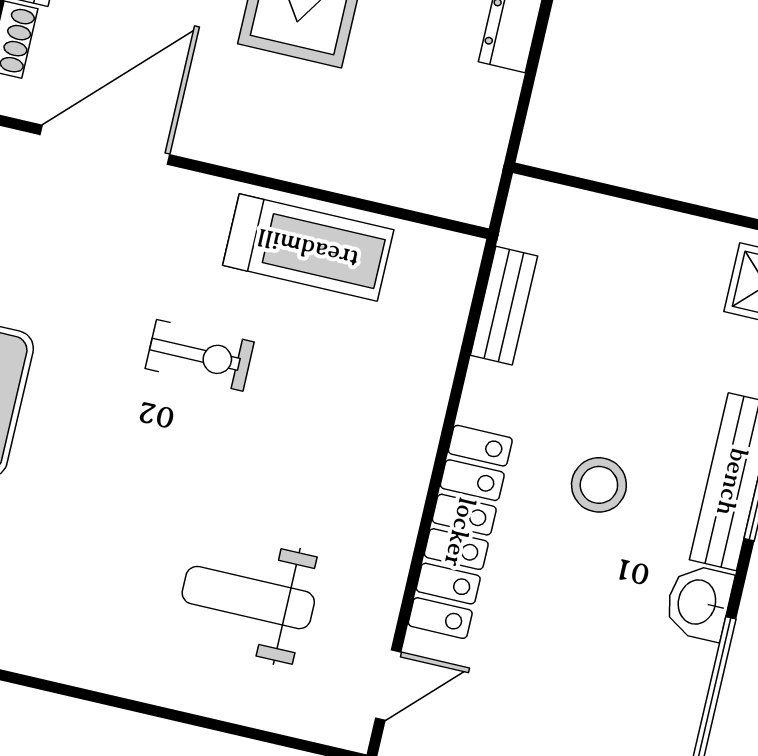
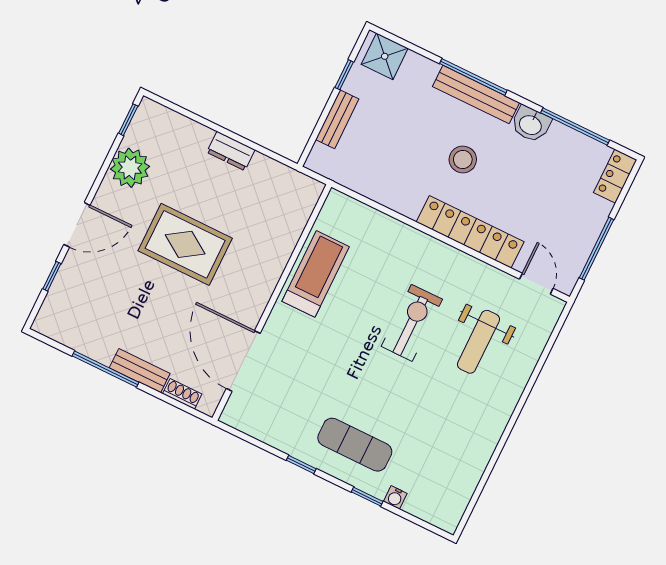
window: (712, 214) -> (344, 75), added
bench: (504, 306) -> (337, 119), moved, turned 90
exercise bike: (200, 355) -> (412, 323), moved, width x1.38, depth x1.39

